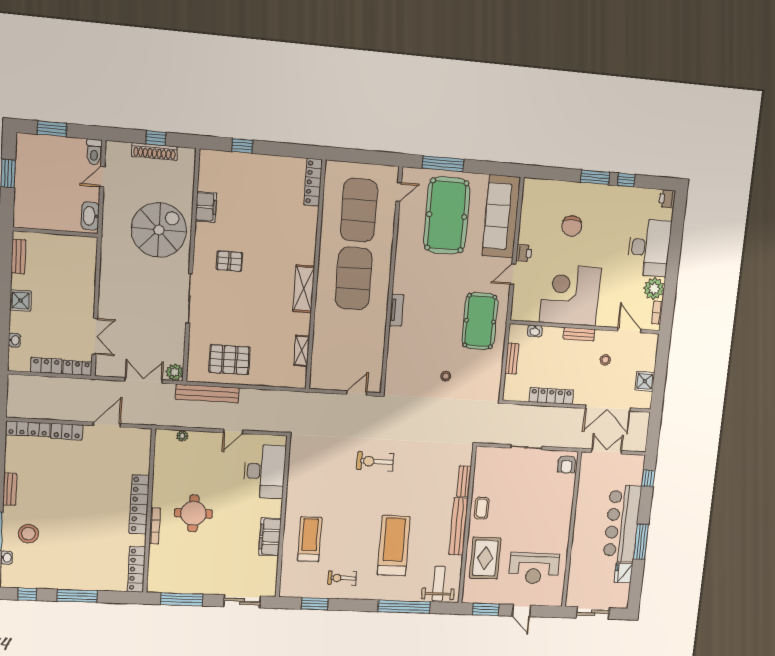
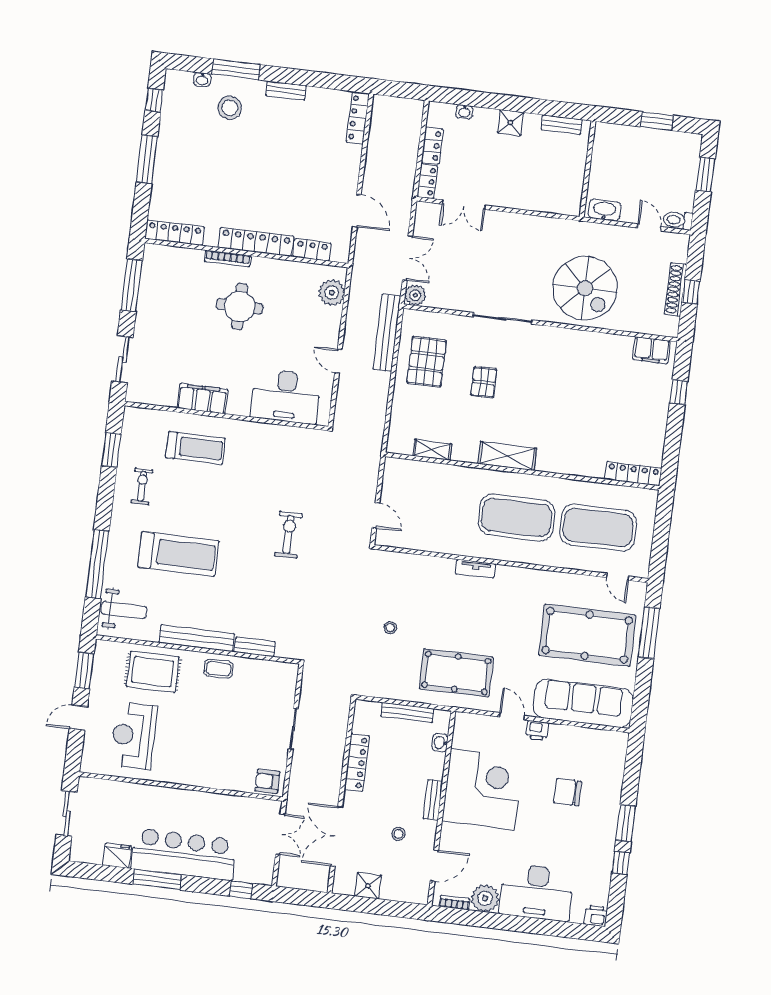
filing cabinet: (206, 207) -> (651, 350), moved
pallet: (229, 261) -> (484, 382), moved
bench: (512, 359) -> (407, 713), width x1.36
locker: (67, 432) -> (312, 250), moved, turned 90
plant: (182, 436) -> (332, 293), width x1.87, depth x1.87

